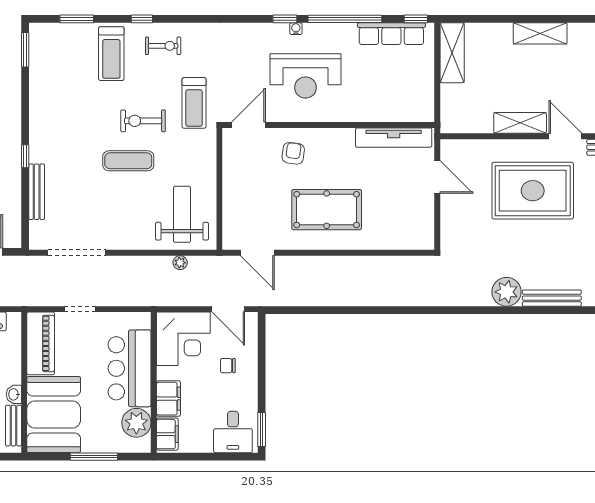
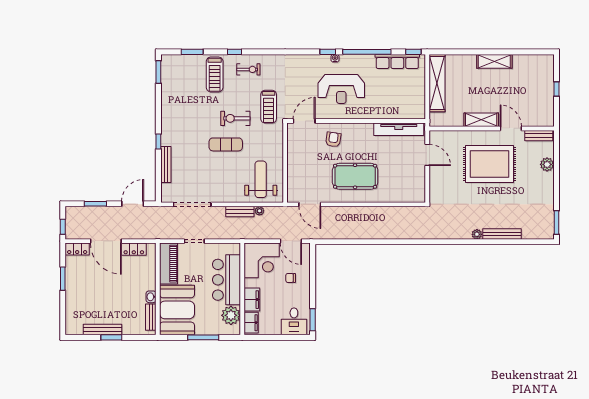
shelving: (452, 53) -> (437, 83), width x1.47
bench: (150, 264) -> (240, 212), added
plant: (506, 292) -> (477, 234), width x0.53, depth x0.53

